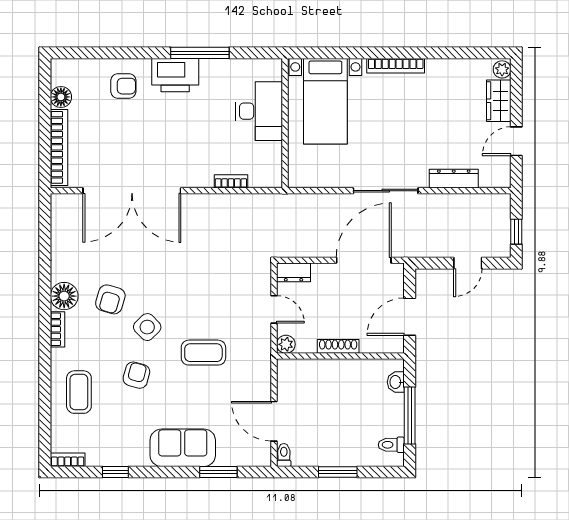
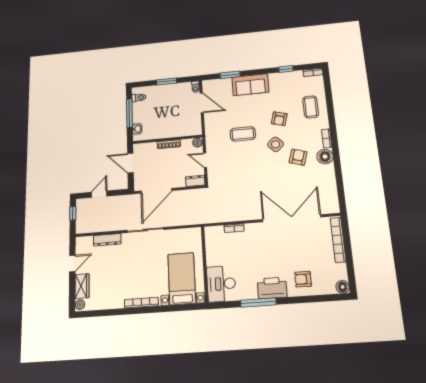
floor lamp: (61, 97) -> (343, 287), moved
desk: (259, 111) -> (221, 284), moved
door: (410, 317) -> (130, 163), swing flipped

